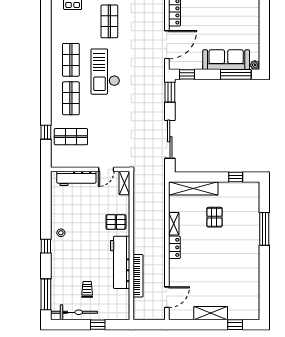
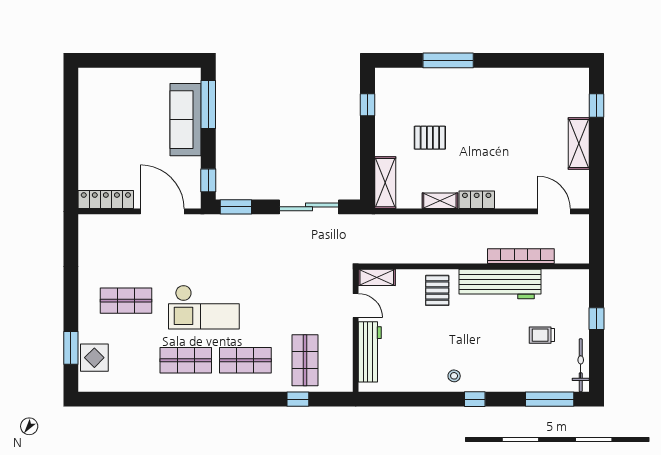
plant: (255, 65) -> (194, 75), removed
shelving: (193, 188) -> (385, 183), width x0.68
bicycle: (74, 312) -> (581, 365), width x0.73, depth x0.71

